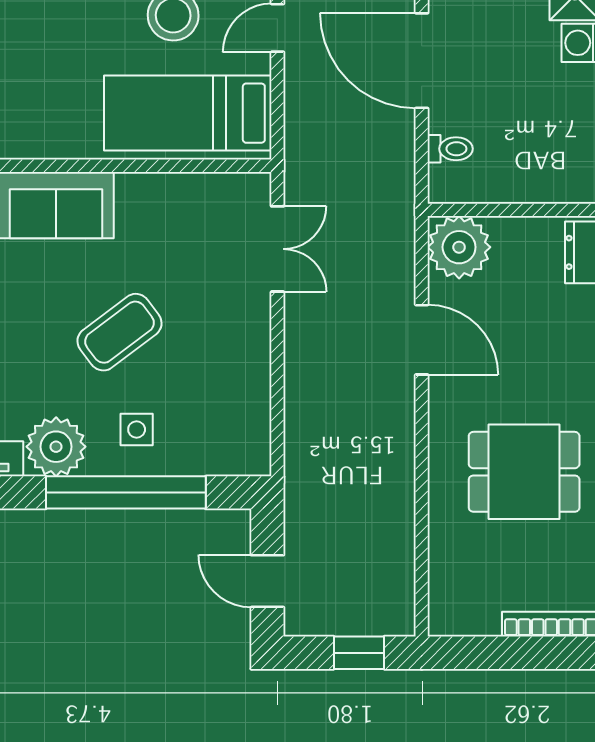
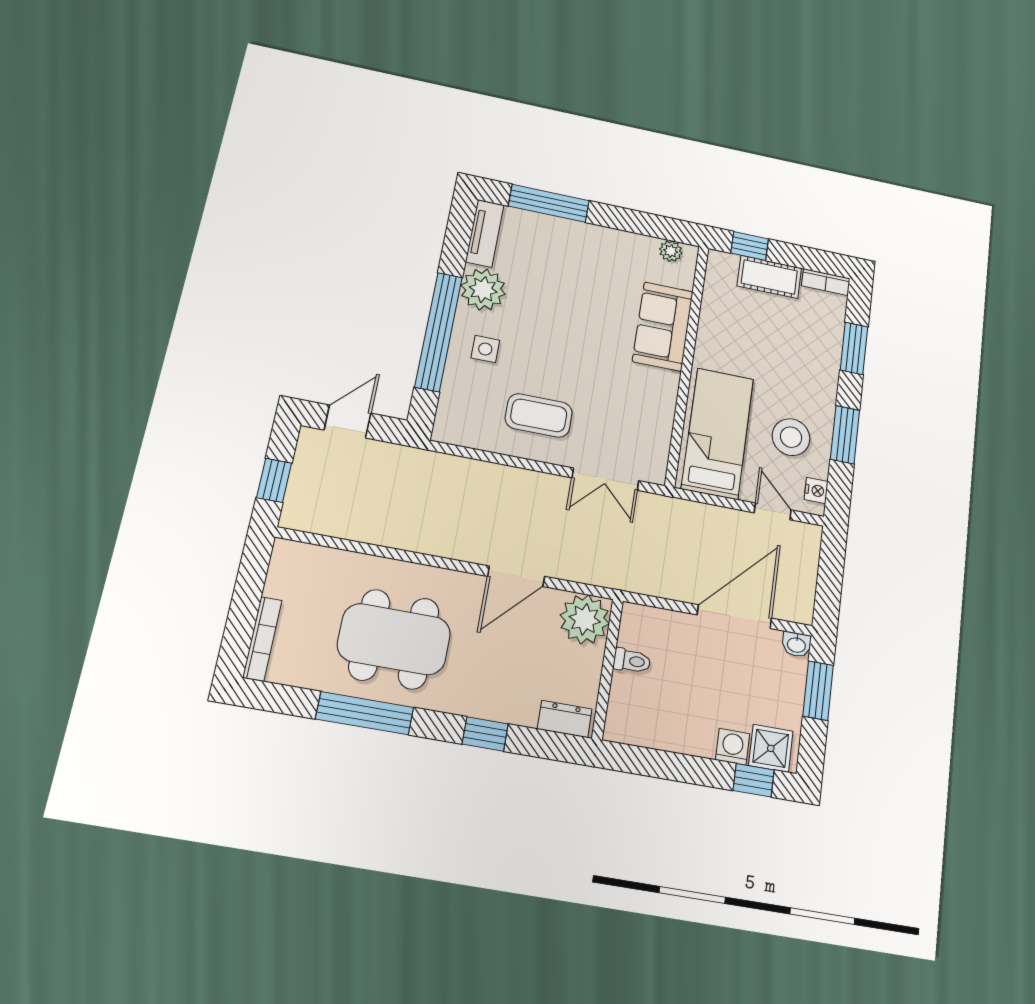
toilet: (450, 149) -> (632, 661), moved, turned -90
coffee table: (120, 332) -> (539, 415), moved, turned -53
dining table: (524, 472) -> (394, 639), width x1.38

